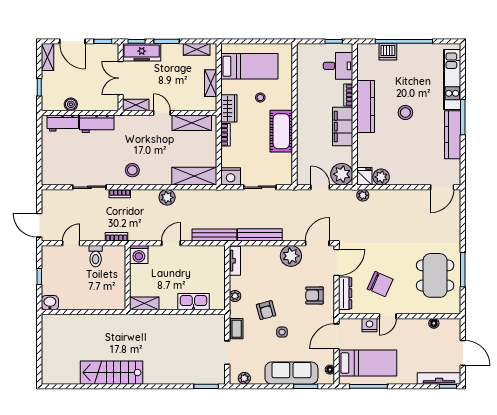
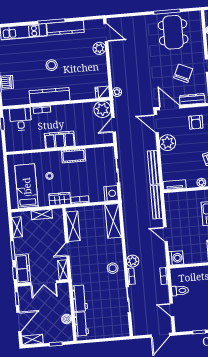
filing cabinet: (343, 127) -> (60, 140), moved, turned 180
cot: (281, 131) -> (73, 156), width x0.73, depth x0.75
plant: (381, 177) -> (99, 48), moved
plant: (167, 197) -> (133, 261), moved
dining table: (435, 275) -> (173, 32), turned 90

